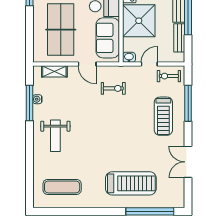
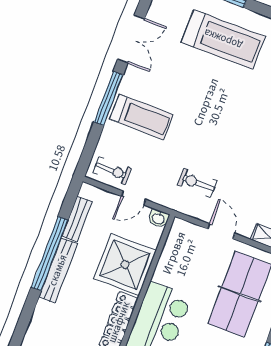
sofa: (108, 38) -> (178, 257), removed
window: (188, 103) -> (108, 98), moved
treadmill: (163, 116) -> (141, 117), turned 90
treadmill: (131, 183) -> (223, 39), turned 180

